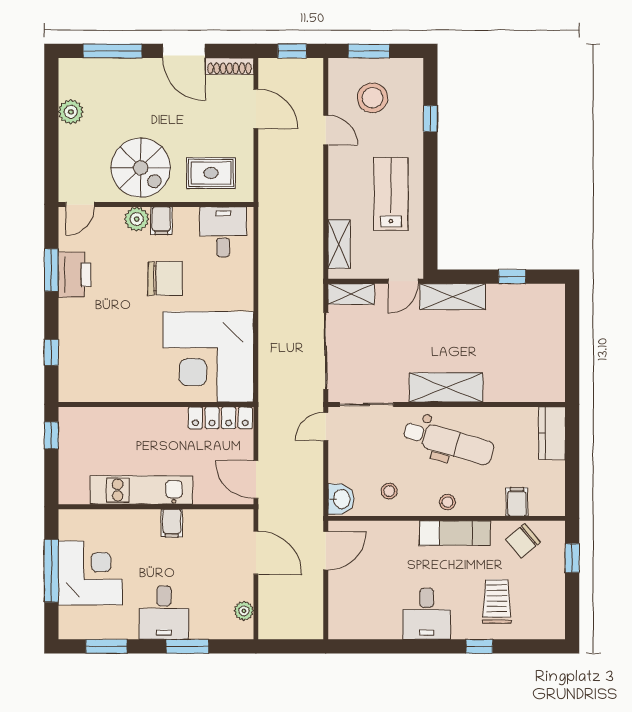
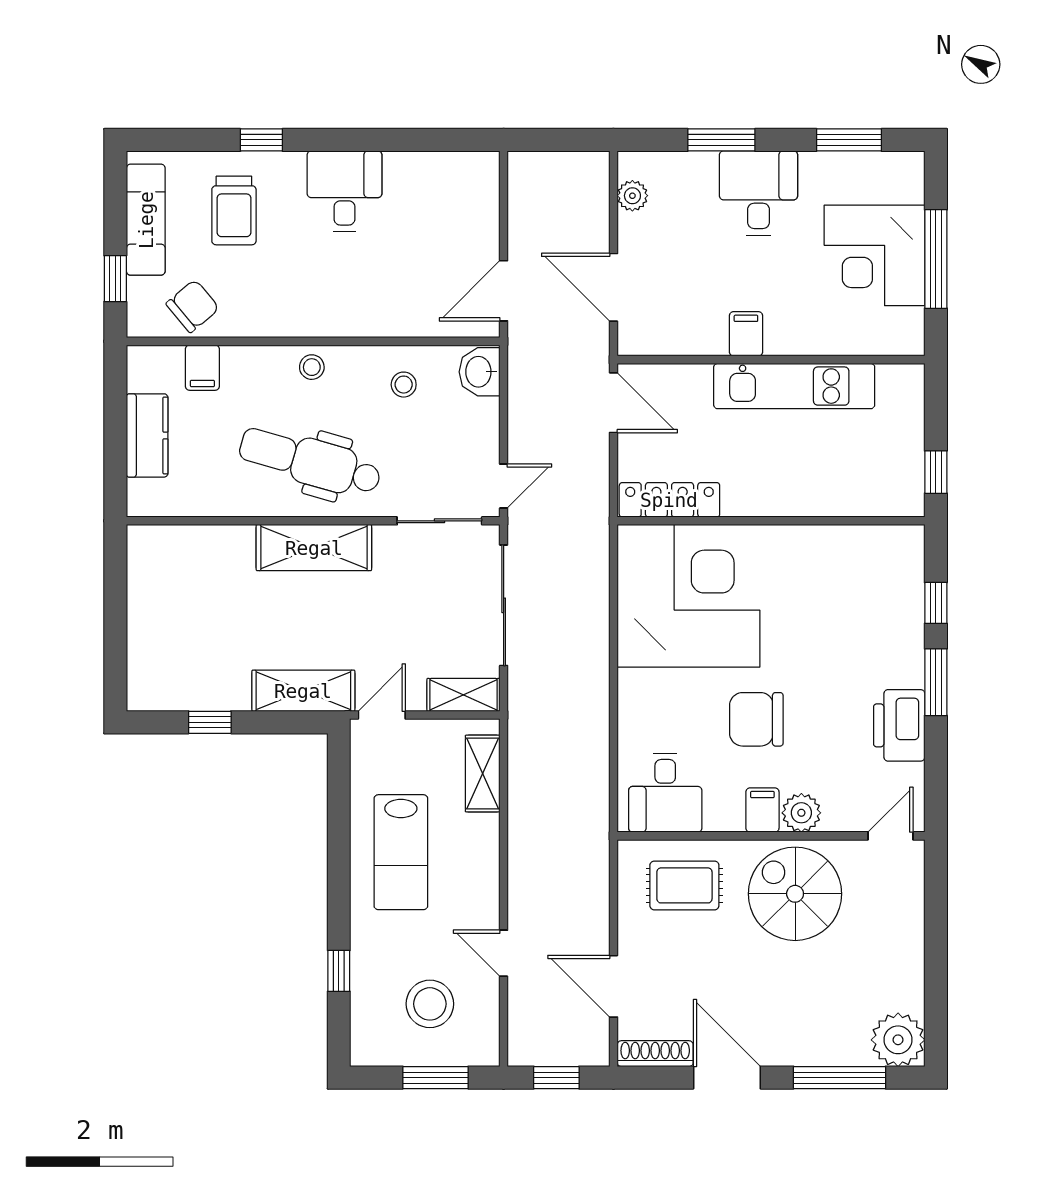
plant: (71, 112) -> (898, 1040), moved, width x1.36, depth x1.36
window: (51, 270) -> (936, 682), moved
kitchen counter: (552, 433) -> (147, 435), moved
exam couch: (455, 533) -> (146, 220), moved, turned 90

